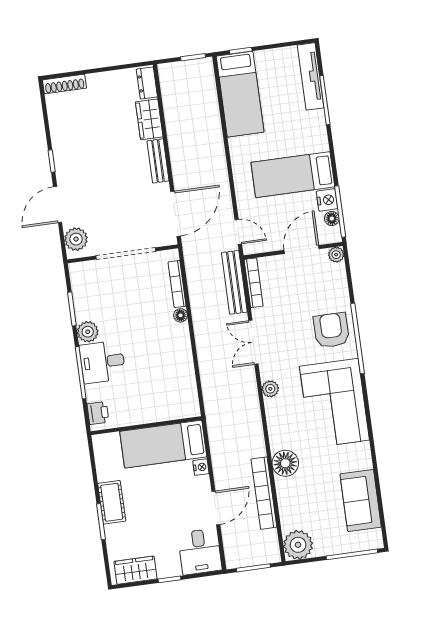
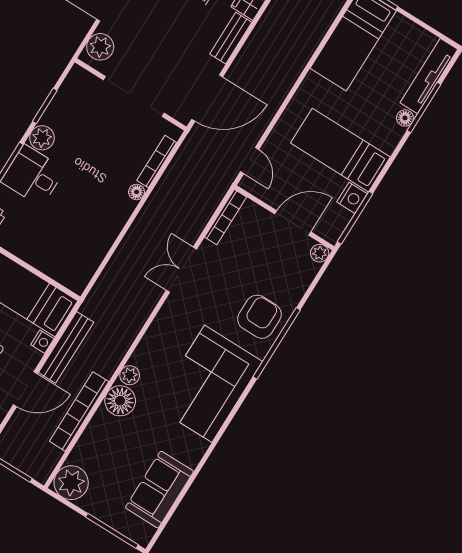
floor lamp: (332, 219) -> (405, 118), moved
bench: (234, 282) -> (66, 347), moved
plant: (270, 389) -> (130, 375), moved

